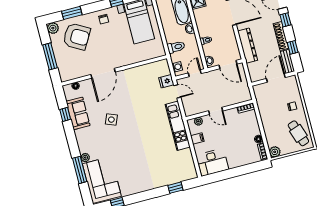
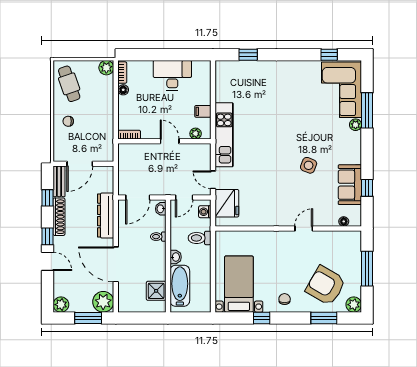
door: (228, 64) -> (138, 198), swing flipped
door: (103, 73) -> (304, 229), width x0.53
fridge: (166, 81) -> (227, 203), width x1.88, depth x1.34
desk: (212, 162) -> (172, 75), moved

